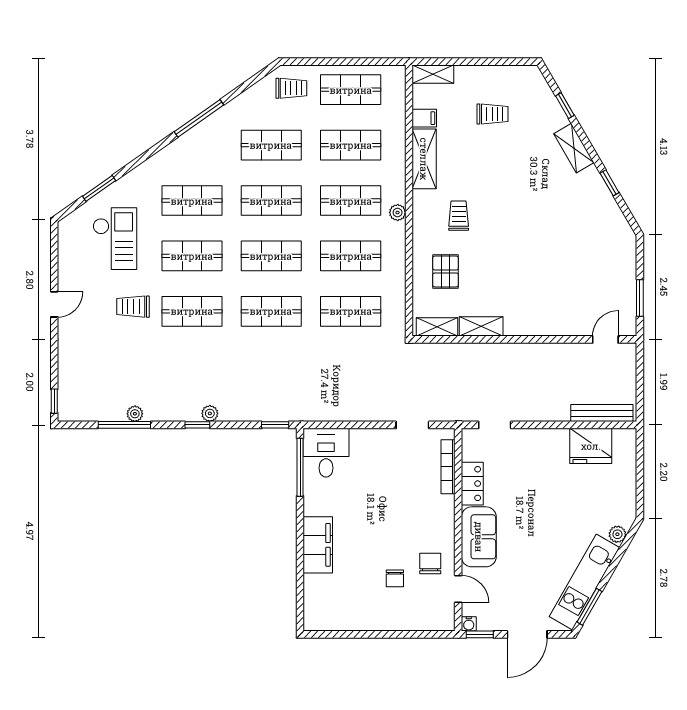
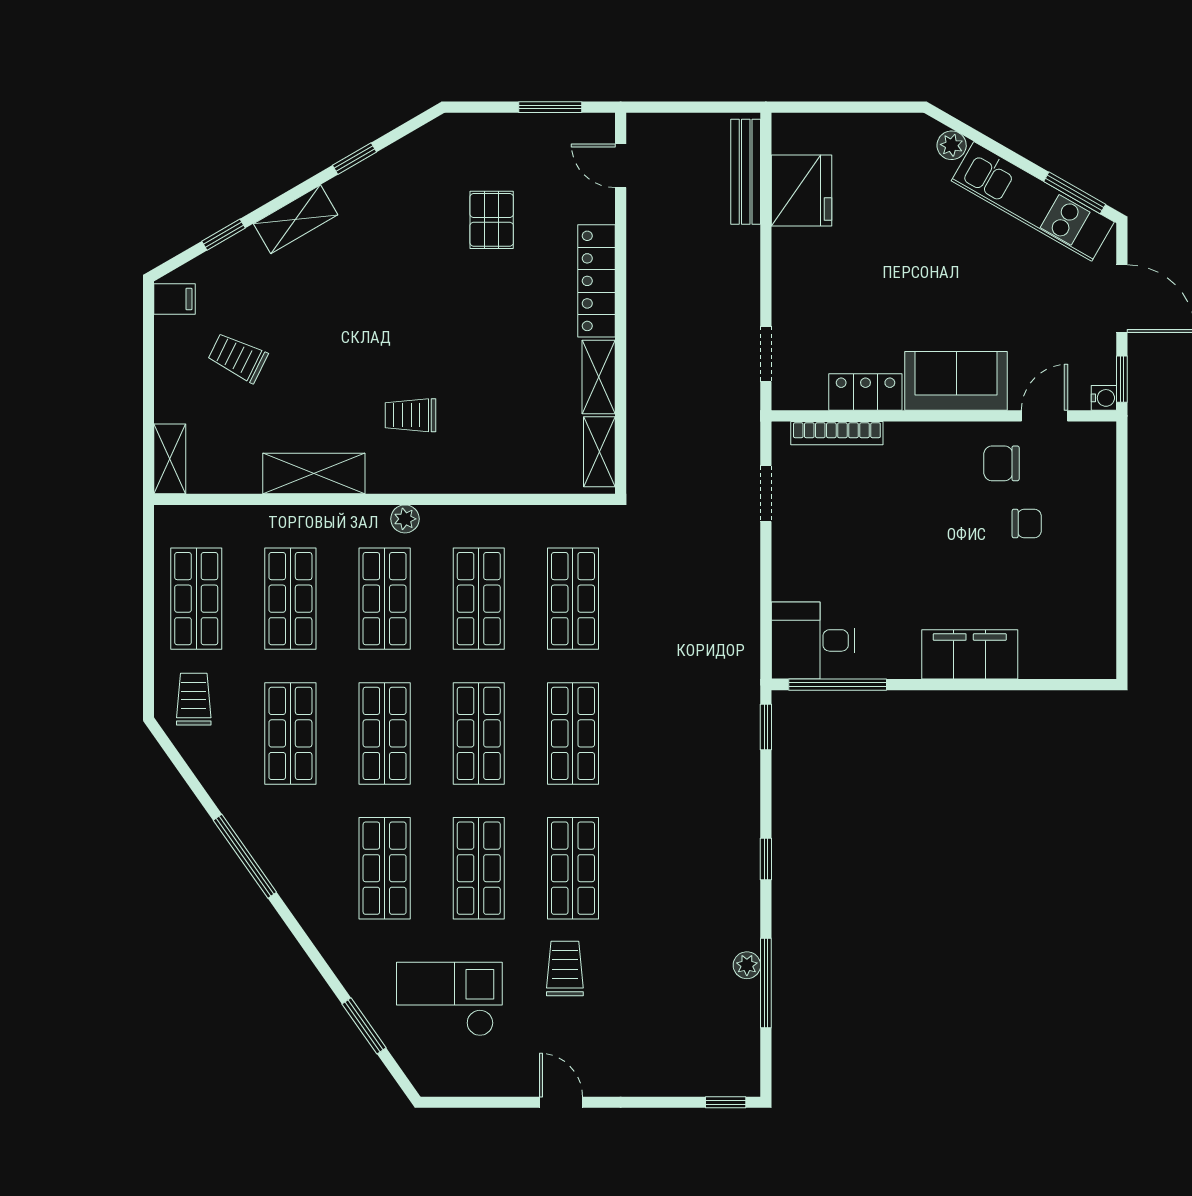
trolley: (493, 114) -> (238, 358), turned -64
filing cabinet: (424, 118) -> (175, 299), moved, turned 90
pallet: (446, 271) -> (492, 220), moved, turned 90
trolley: (133, 307) -> (565, 968), turned 180
locker: (538, 325) -> (597, 281), added
plant: (210, 413) -> (746, 838), removed

